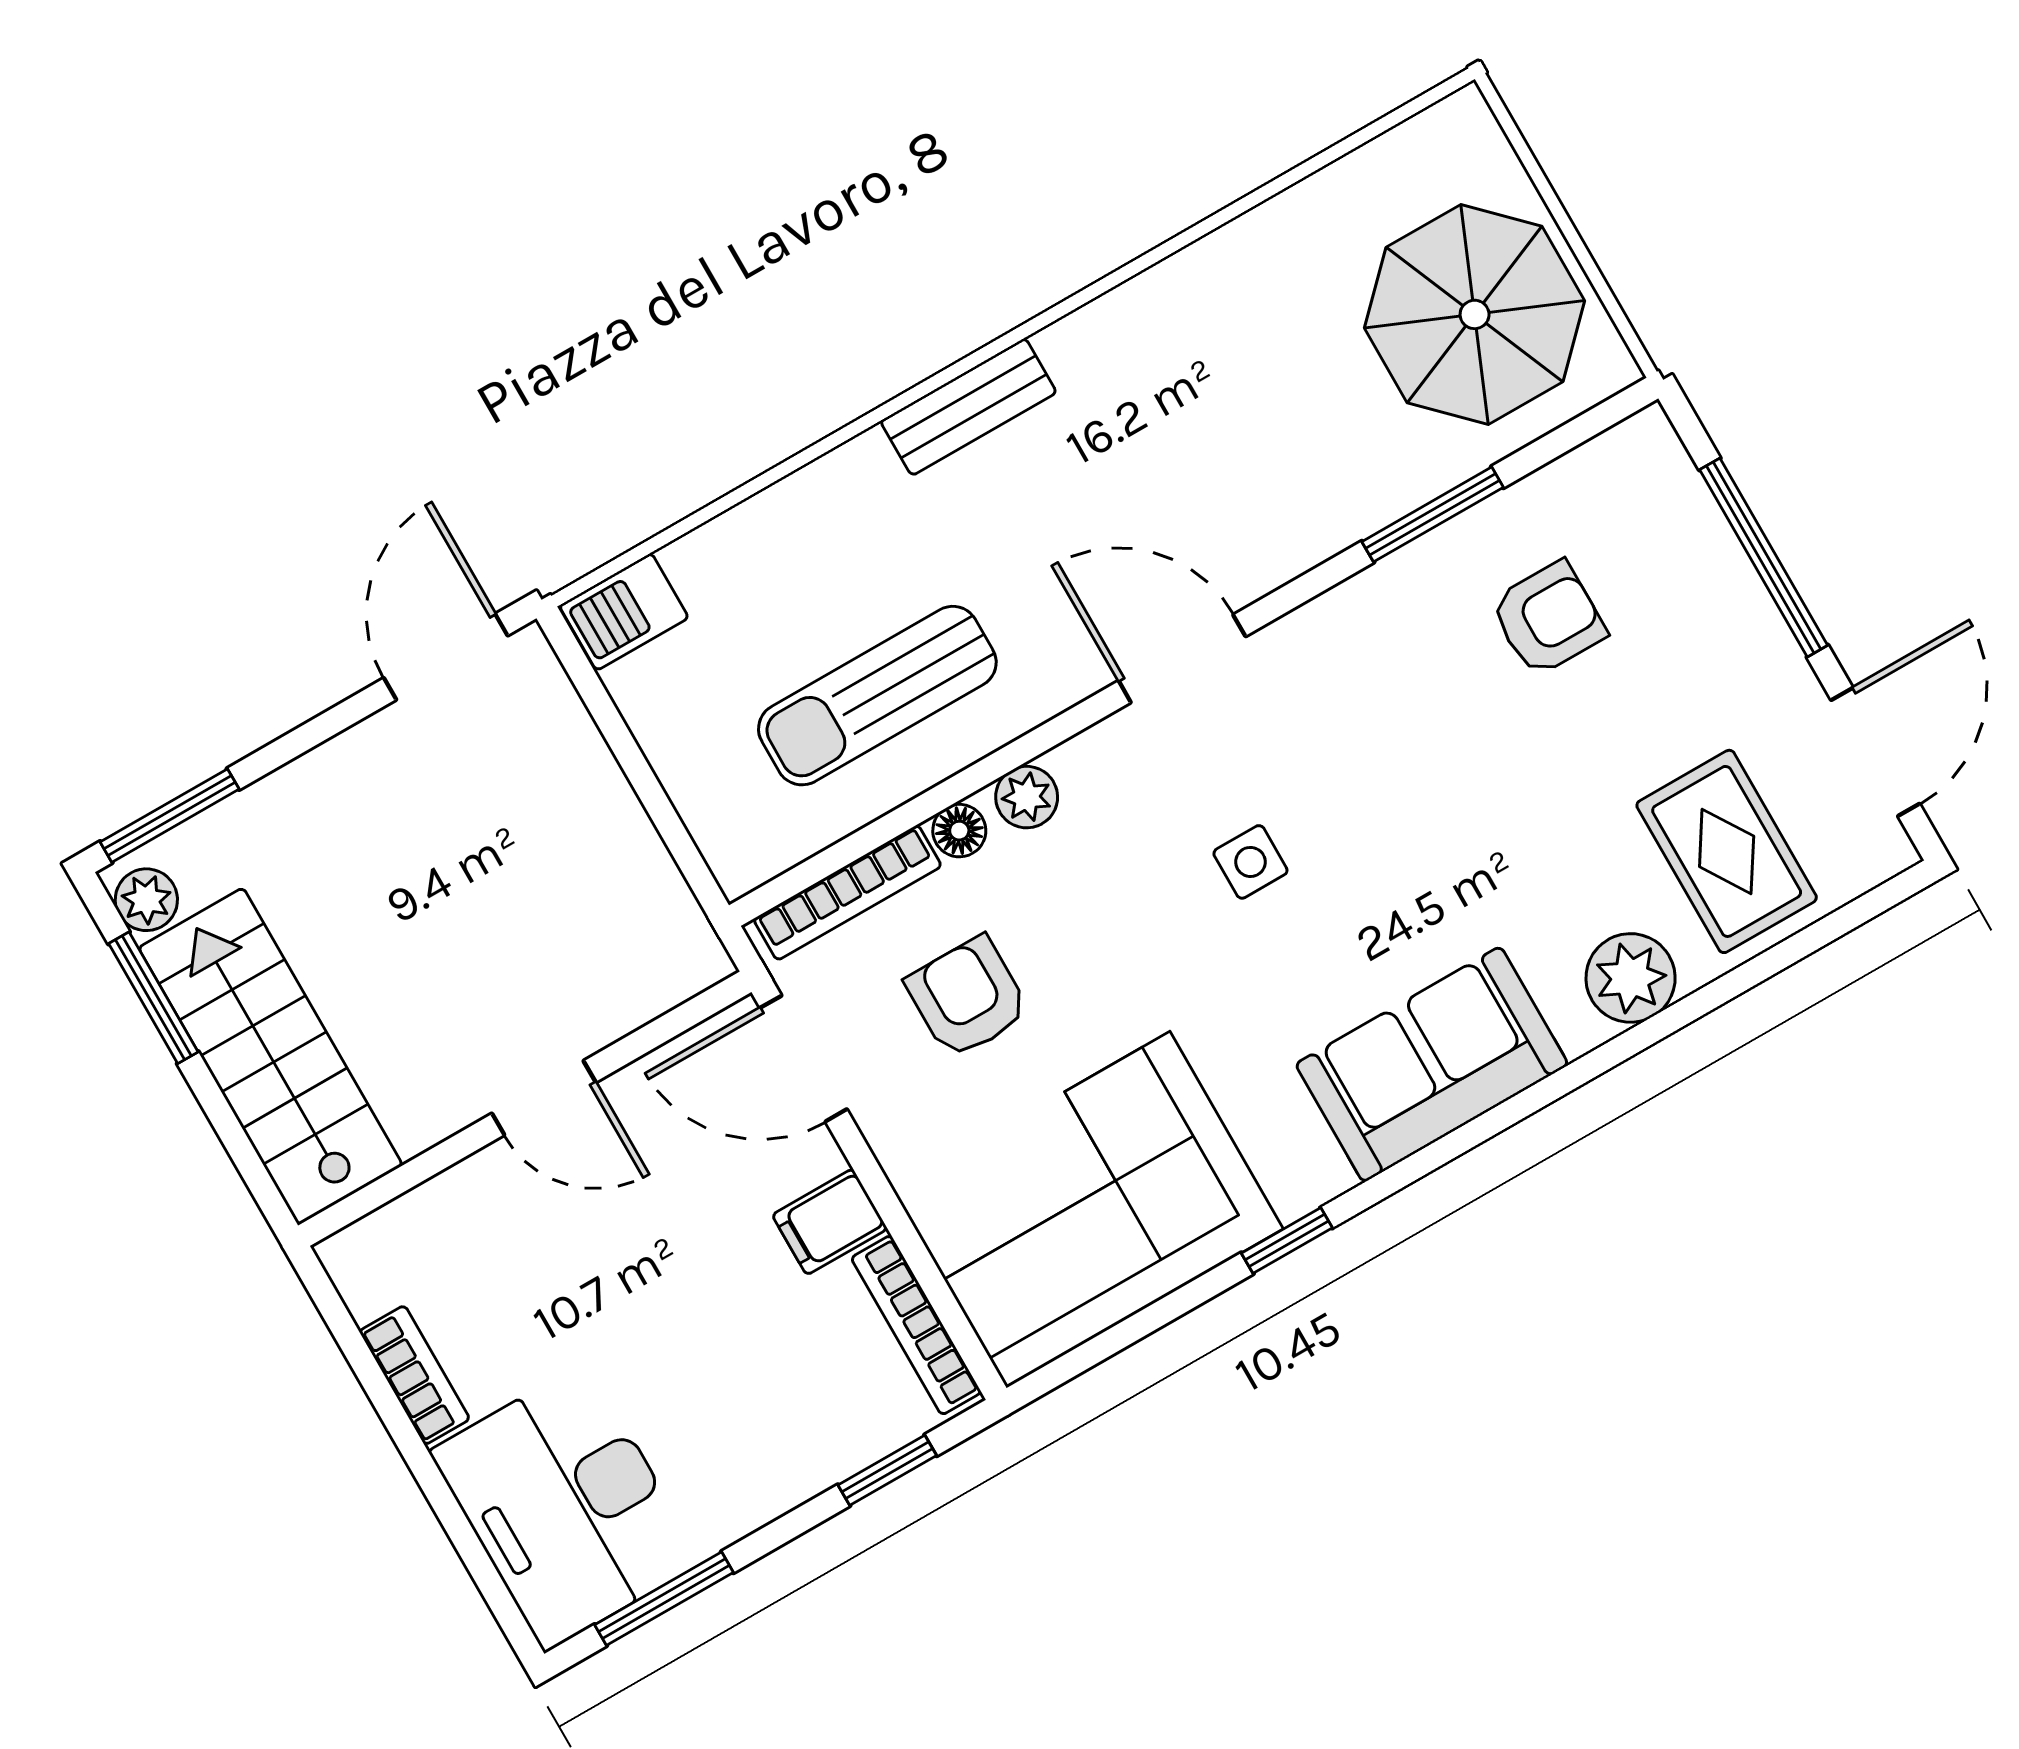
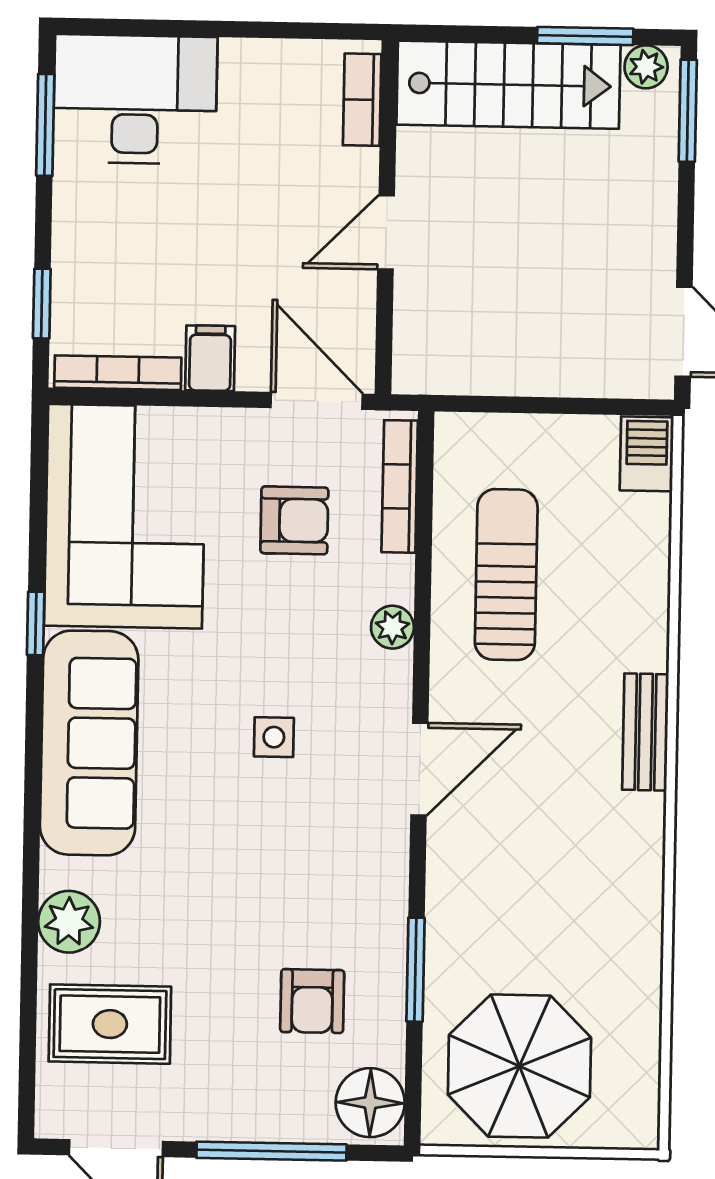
floor lamp: (959, 831) -> (370, 1103), moved, width x1.89, depth x1.89
door: (803, 1059) -> (317, 401), hinge flipped
sofa: (1432, 1064) -> (89, 743), width x1.36
bookcase: (414, 1375) -> (362, 100), moved, turned 90

